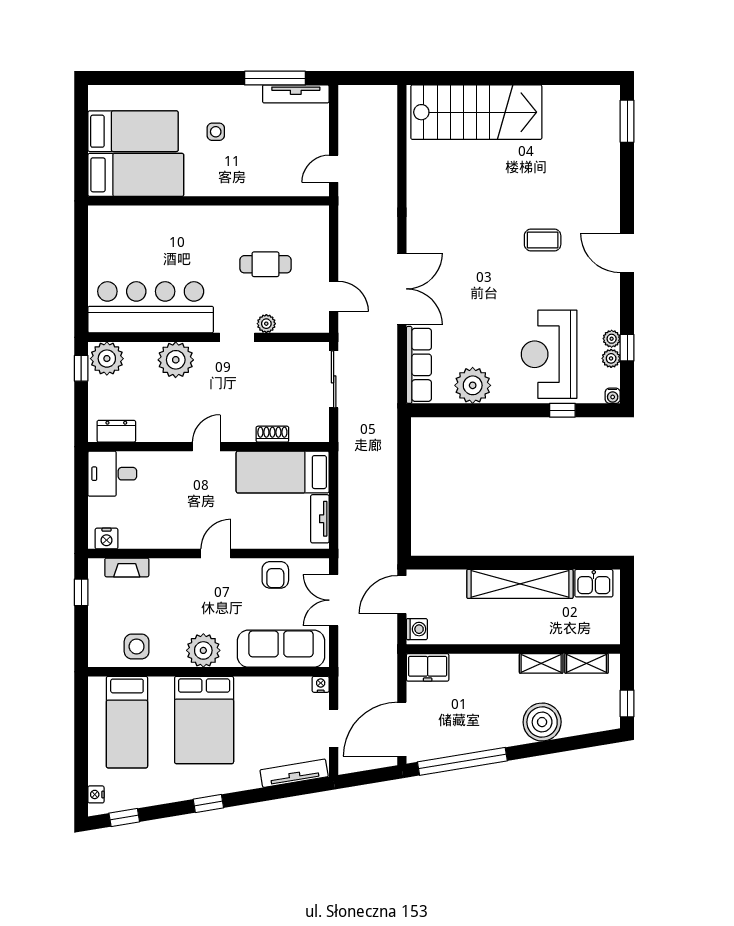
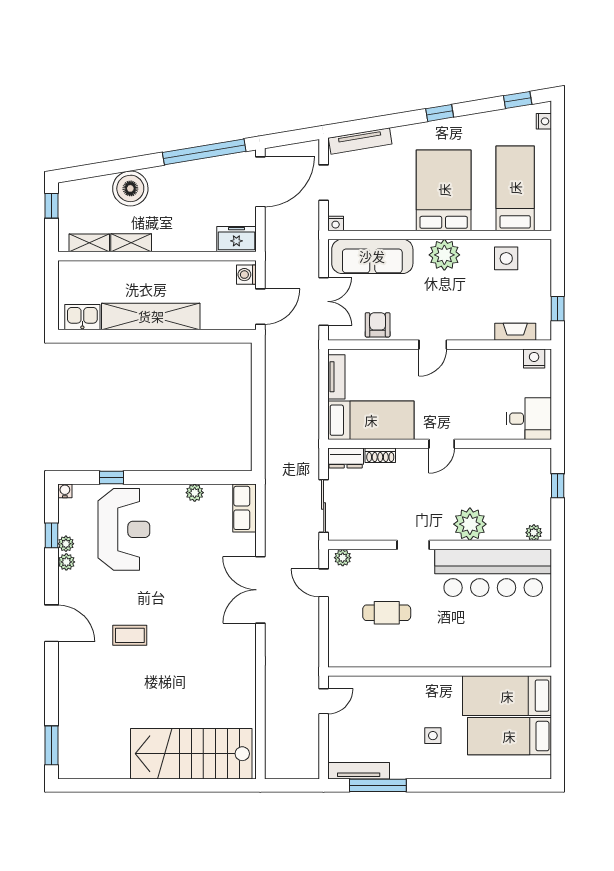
plant: (266, 324) -> (343, 558), moved
plant: (611, 358) -> (66, 562), moved
plant: (107, 359) -> (534, 533), width x0.53, depth x0.53
row of seats: (419, 365) -> (245, 508), width x0.68
window: (81, 368) -> (558, 486), moved
plant: (473, 385) -> (195, 493), width x0.53, depth x0.53
dresser: (116, 431) -> (346, 458), moved

